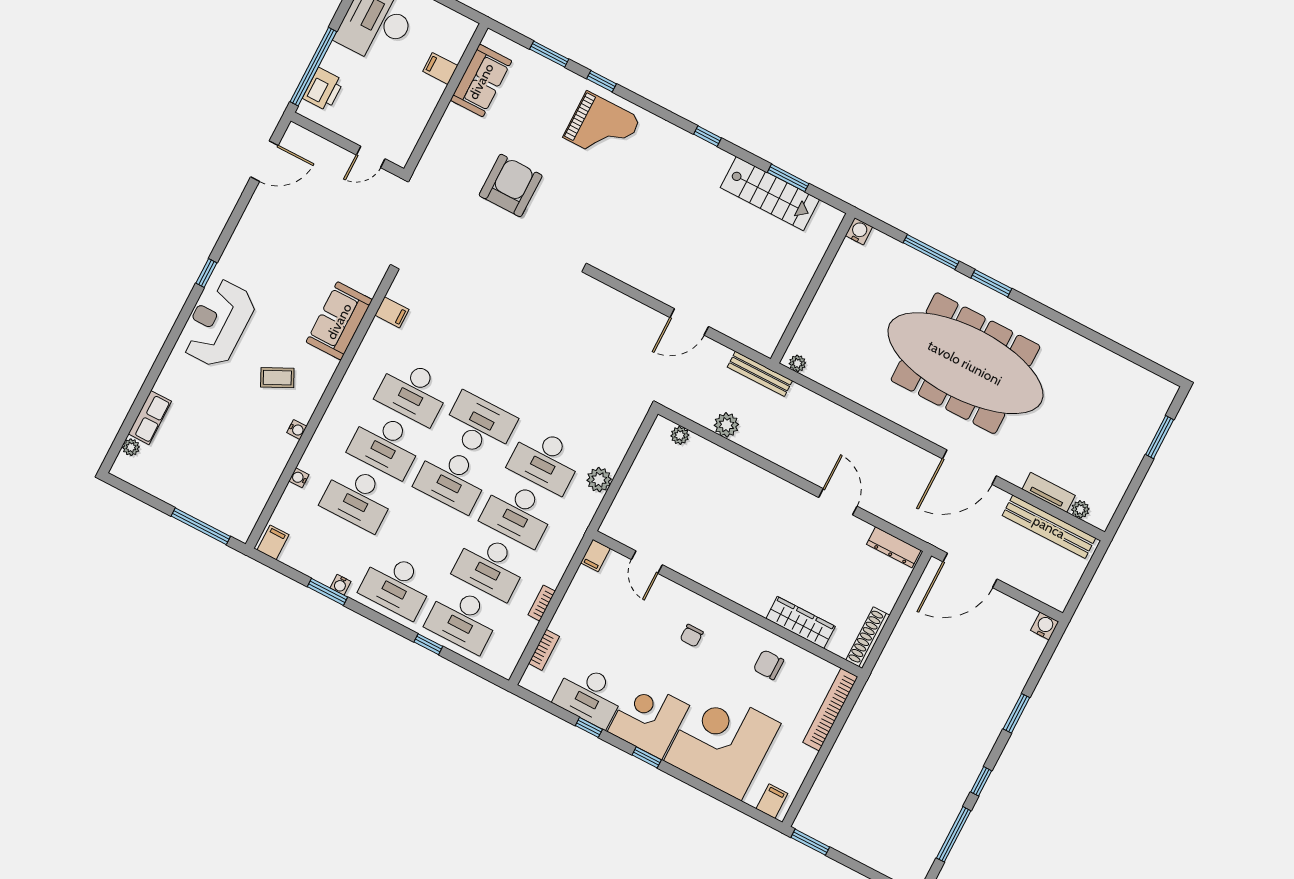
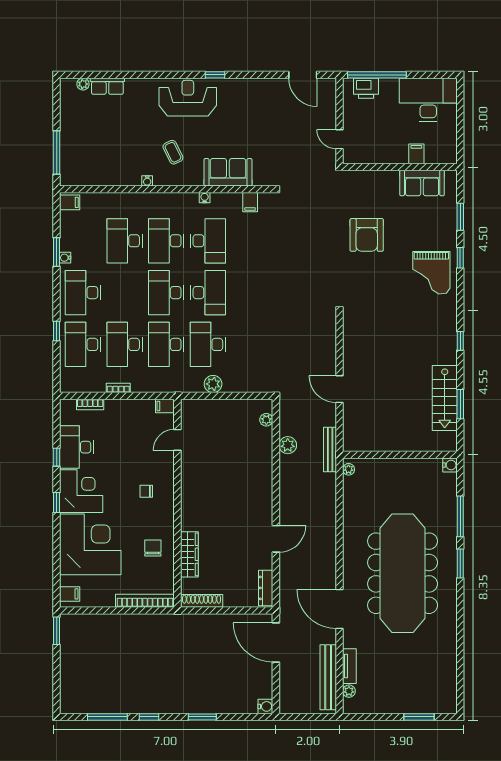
armchair: (511, 185) -> (367, 235), turned 90
desk: (413, 392) -> (208, 241), turned 180
water cooler: (299, 478) -> (205, 198), moved

